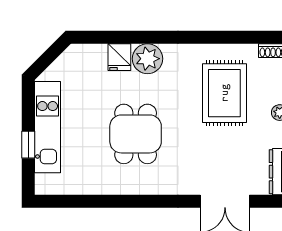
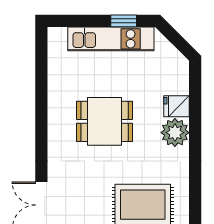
window: (28, 145) -> (124, 21), moved

